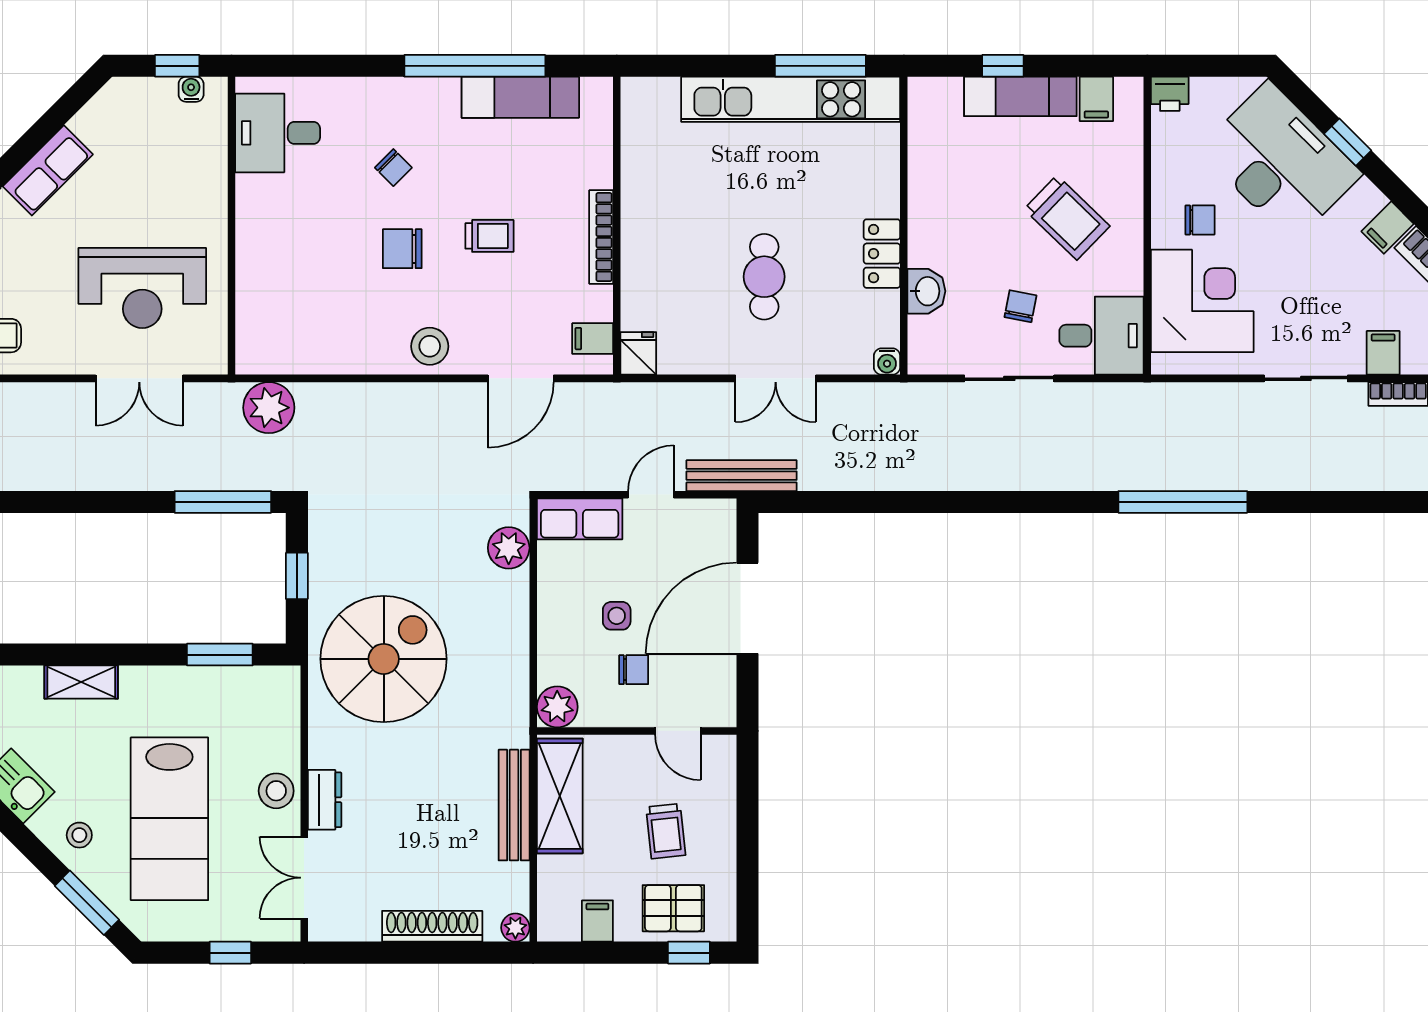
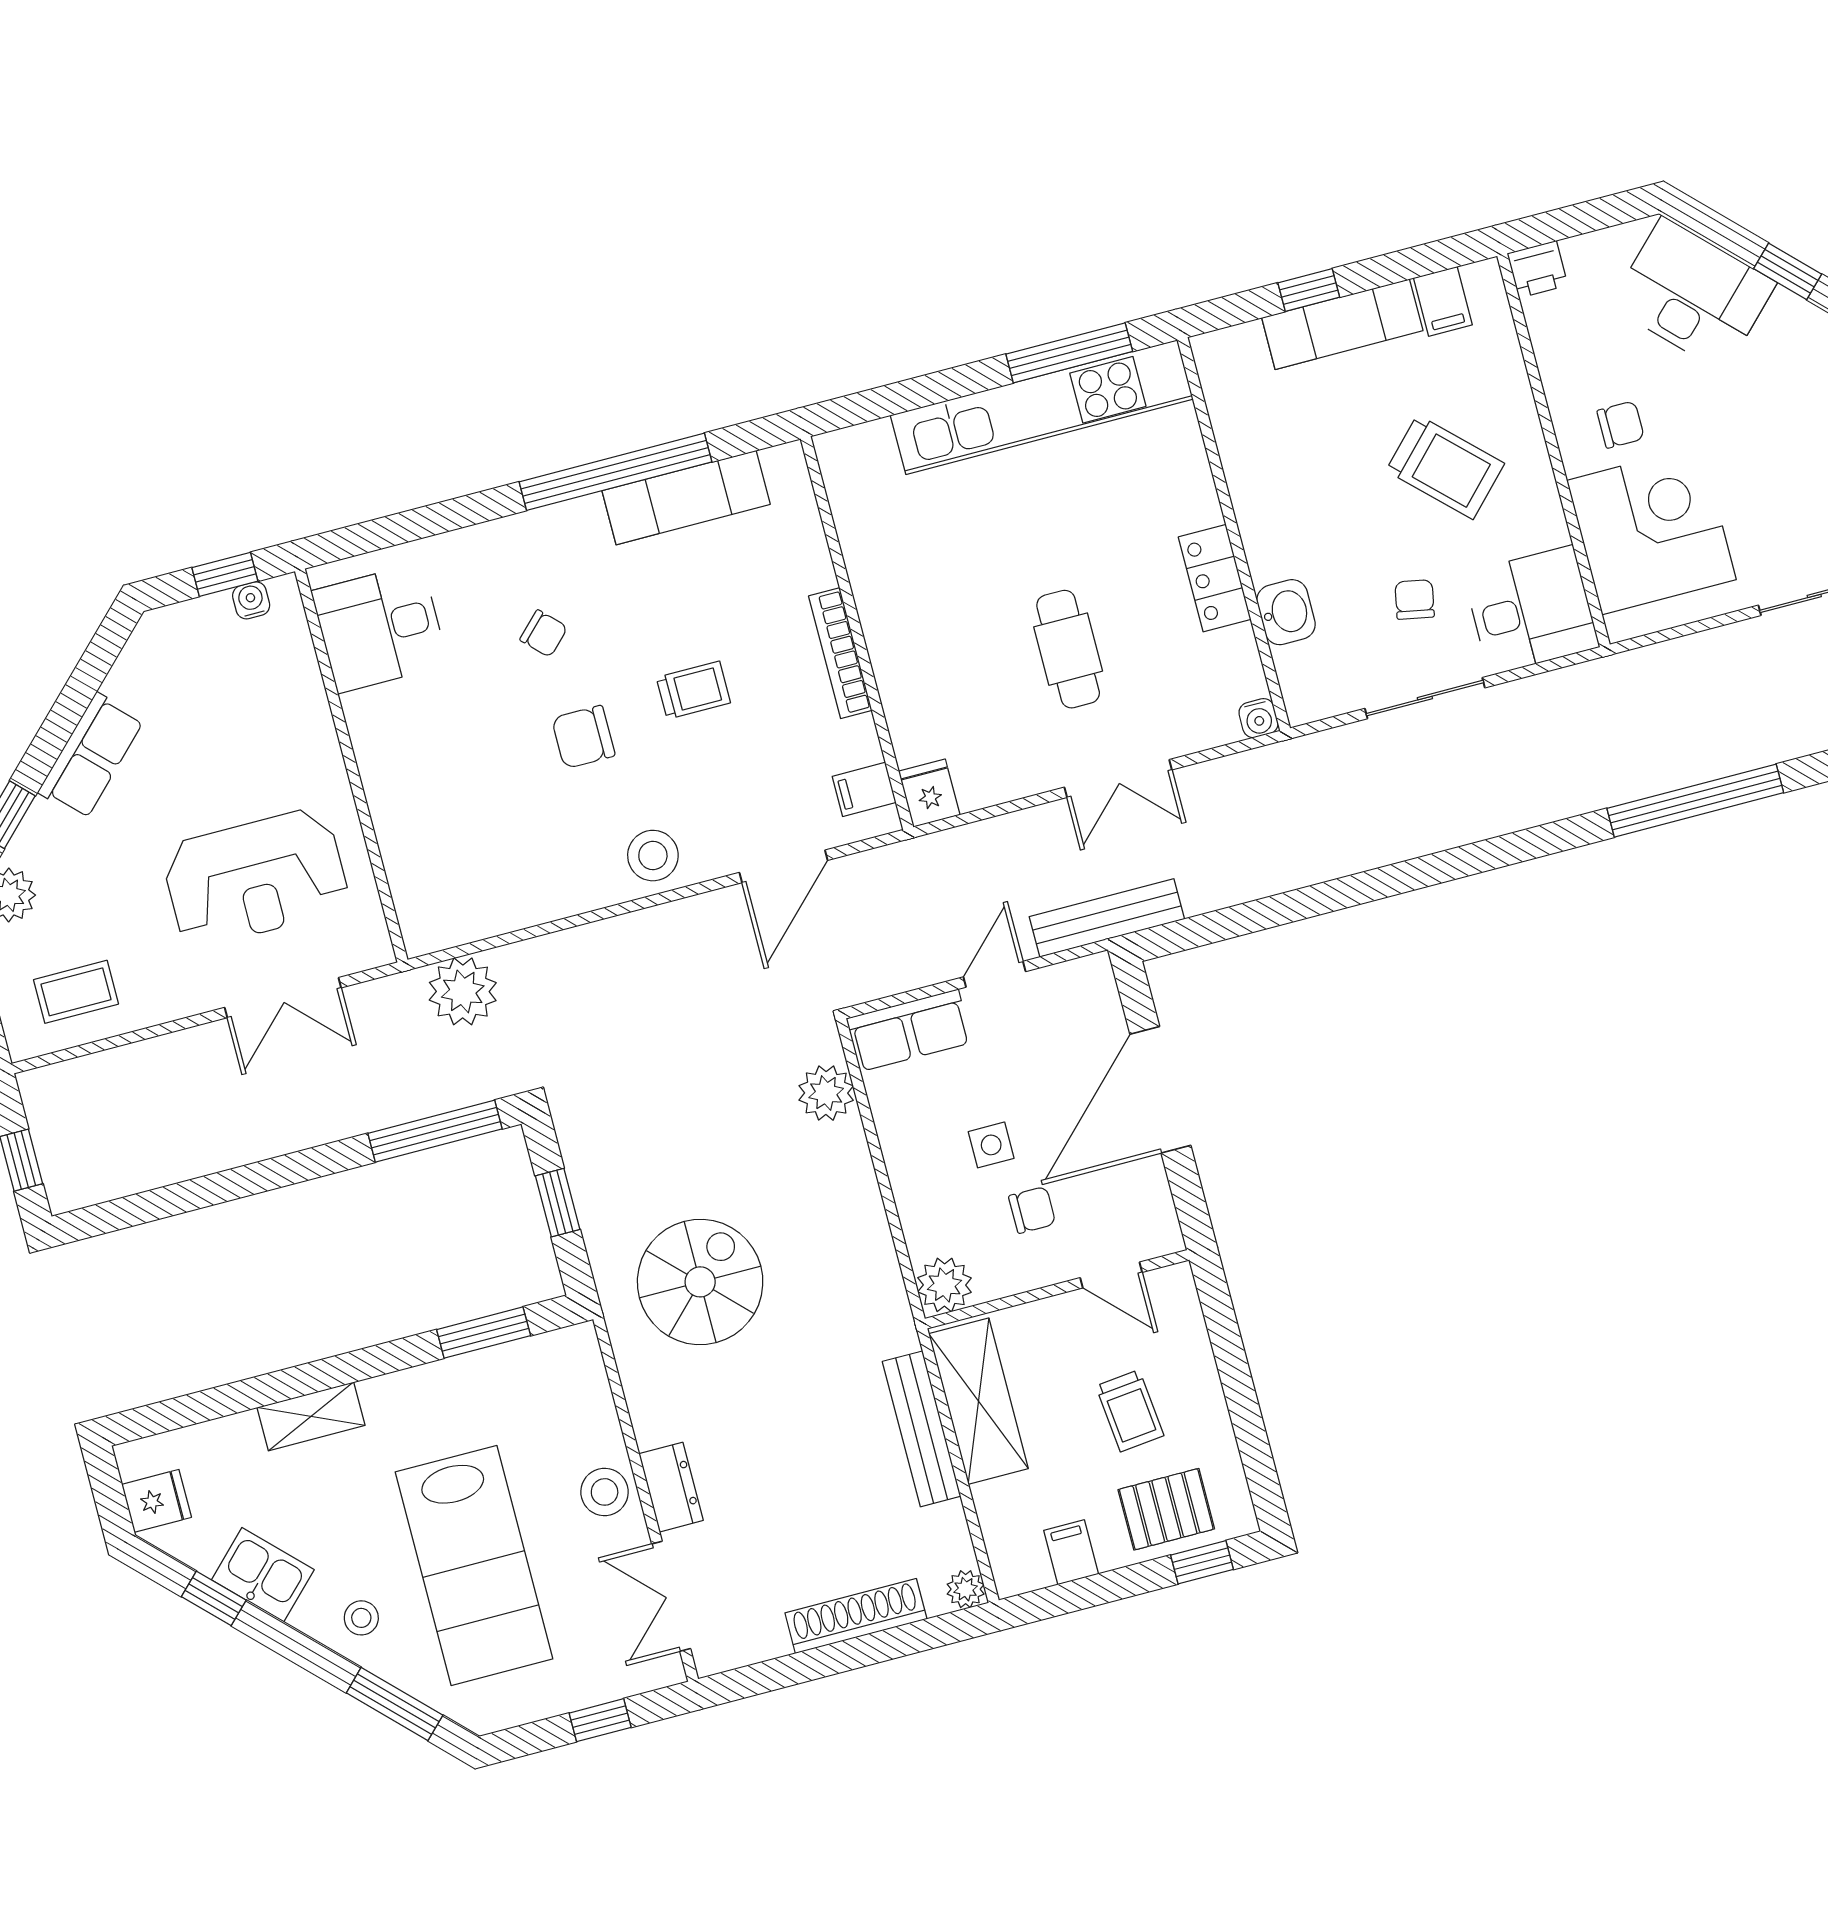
desk: (1280, 162) -> (1693, 294), width x0.73, depth x0.77
spiral stairs: (384, 659) -> (700, 1282), width x0.73, depth x0.73

